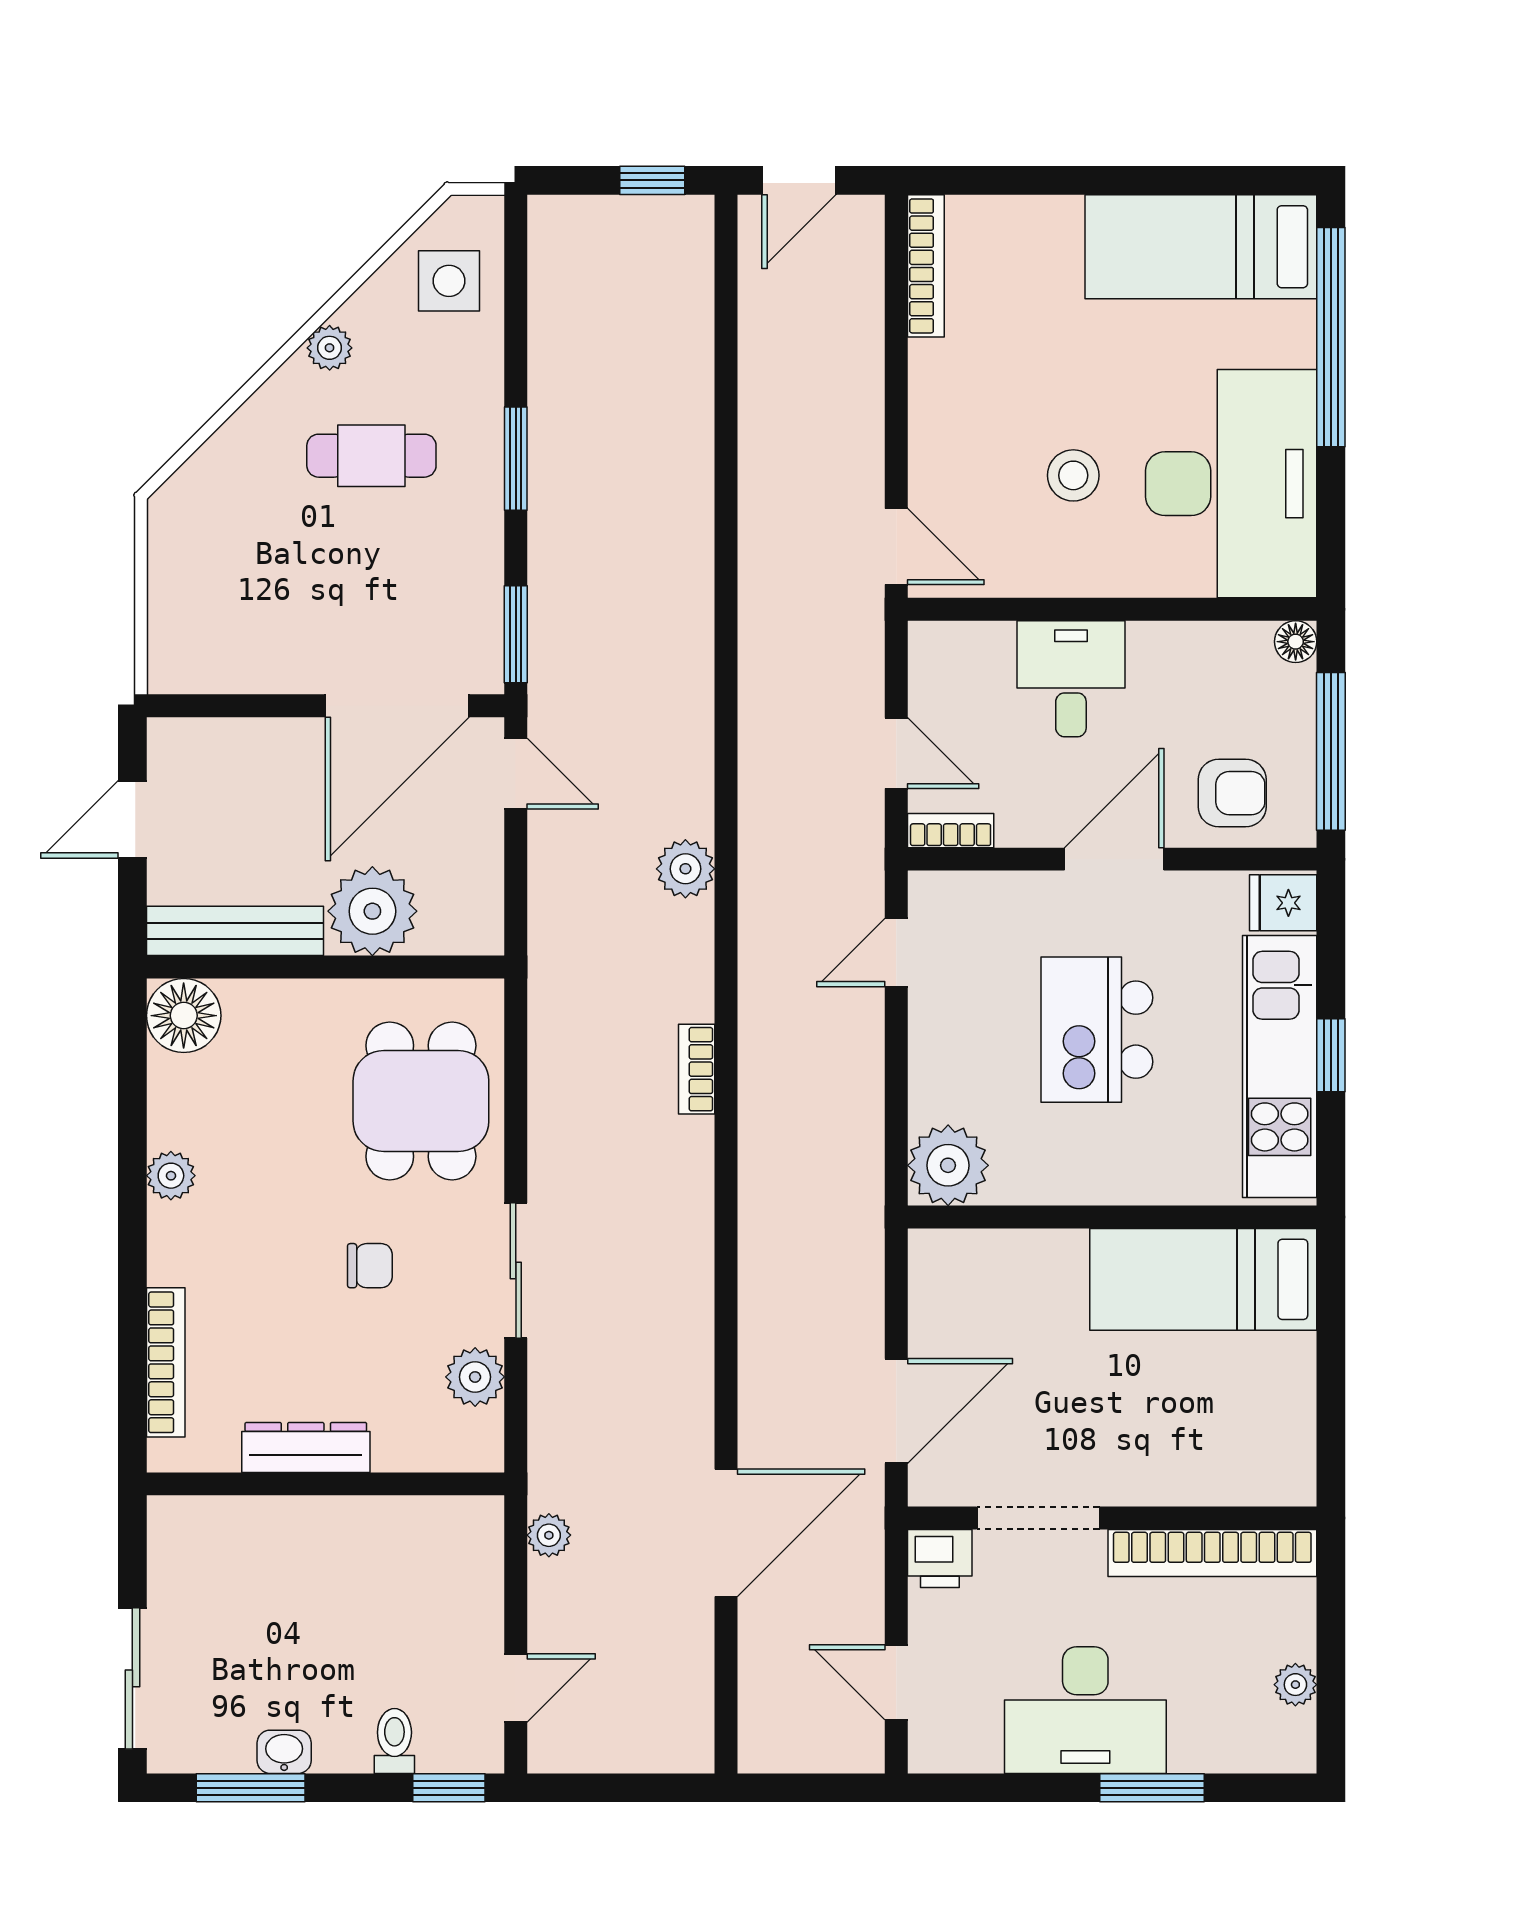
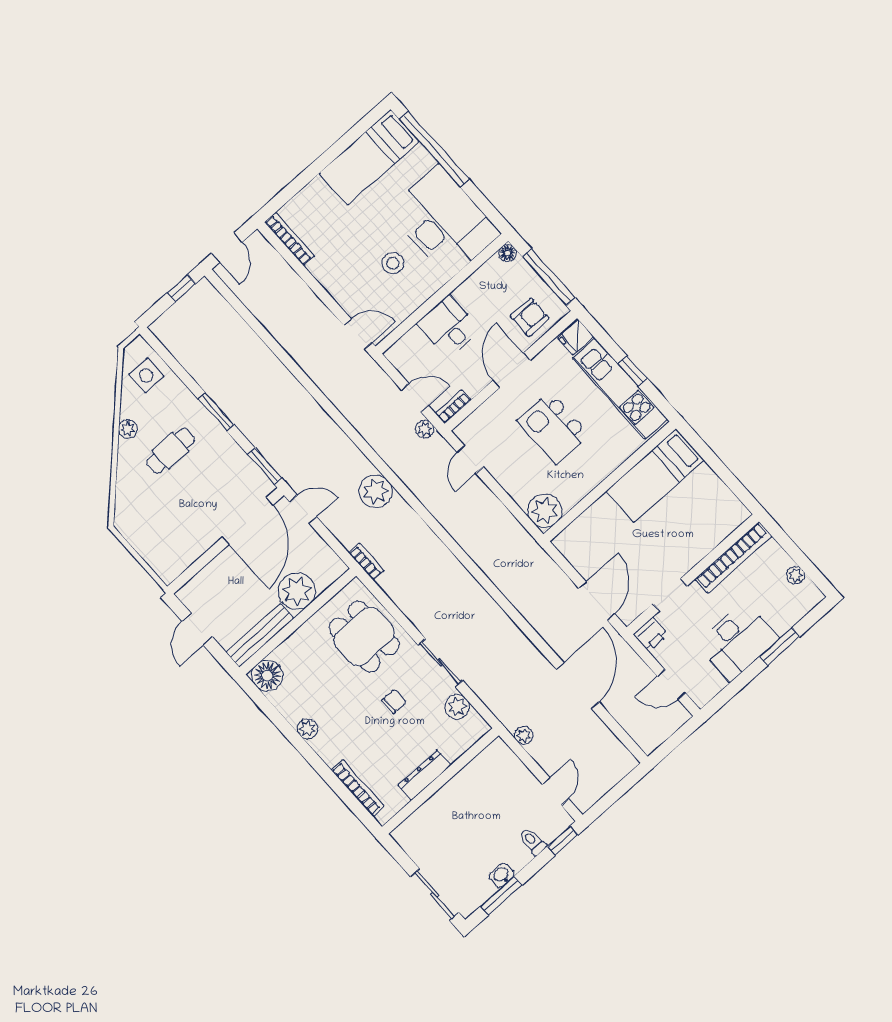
plant: (863, 825) -> (425, 429), added
plant: (685, 869) -> (376, 491), width x1.36, depth x1.36
bookcase: (697, 1069) -> (366, 562), moved, turned 180
doorway: (1038, 1518) -> (670, 595), width x0.73

